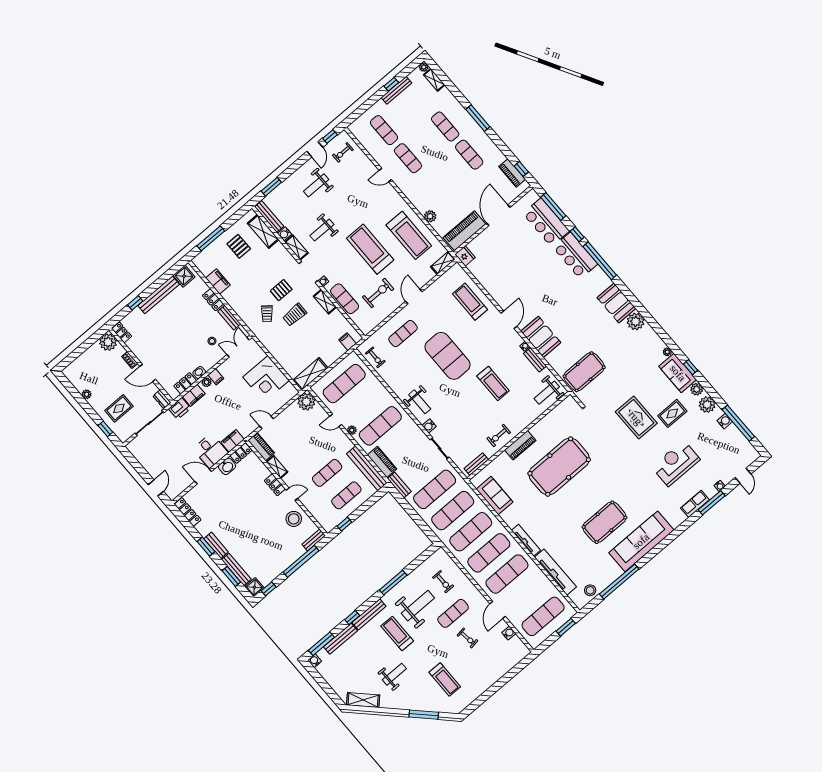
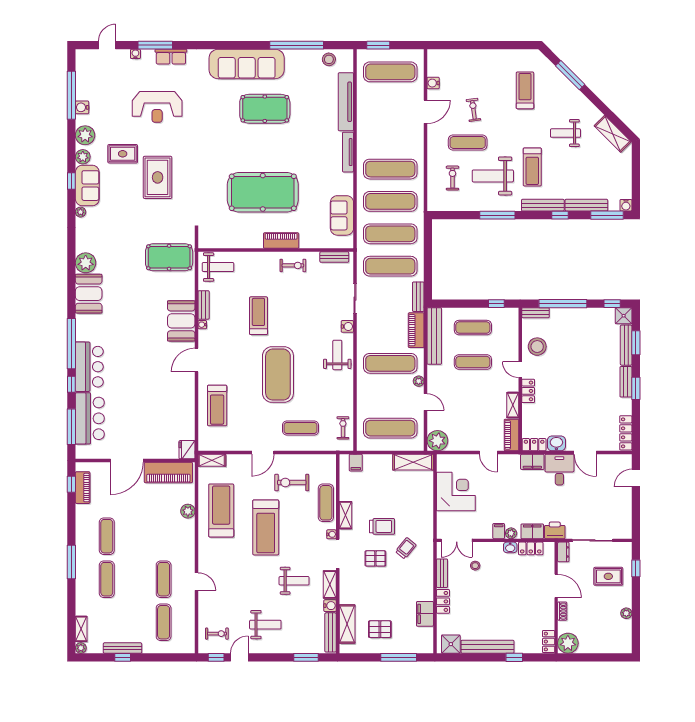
pallet: (239, 246) -> (380, 629), turned 90
exercise mat: (507, 574) -> (390, 137), removed

